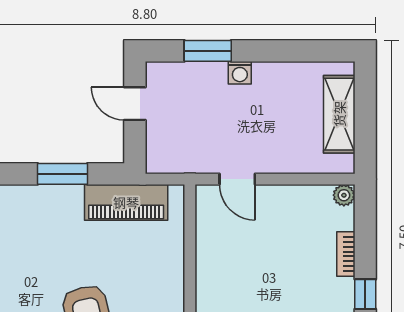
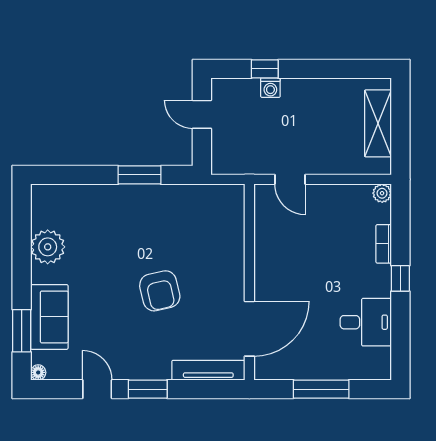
window: (208, 51) -> (265, 69), width x0.67
washing machine: (240, 73) -> (270, 88), moved
piano: (126, 202) -> (194, 199), removed

